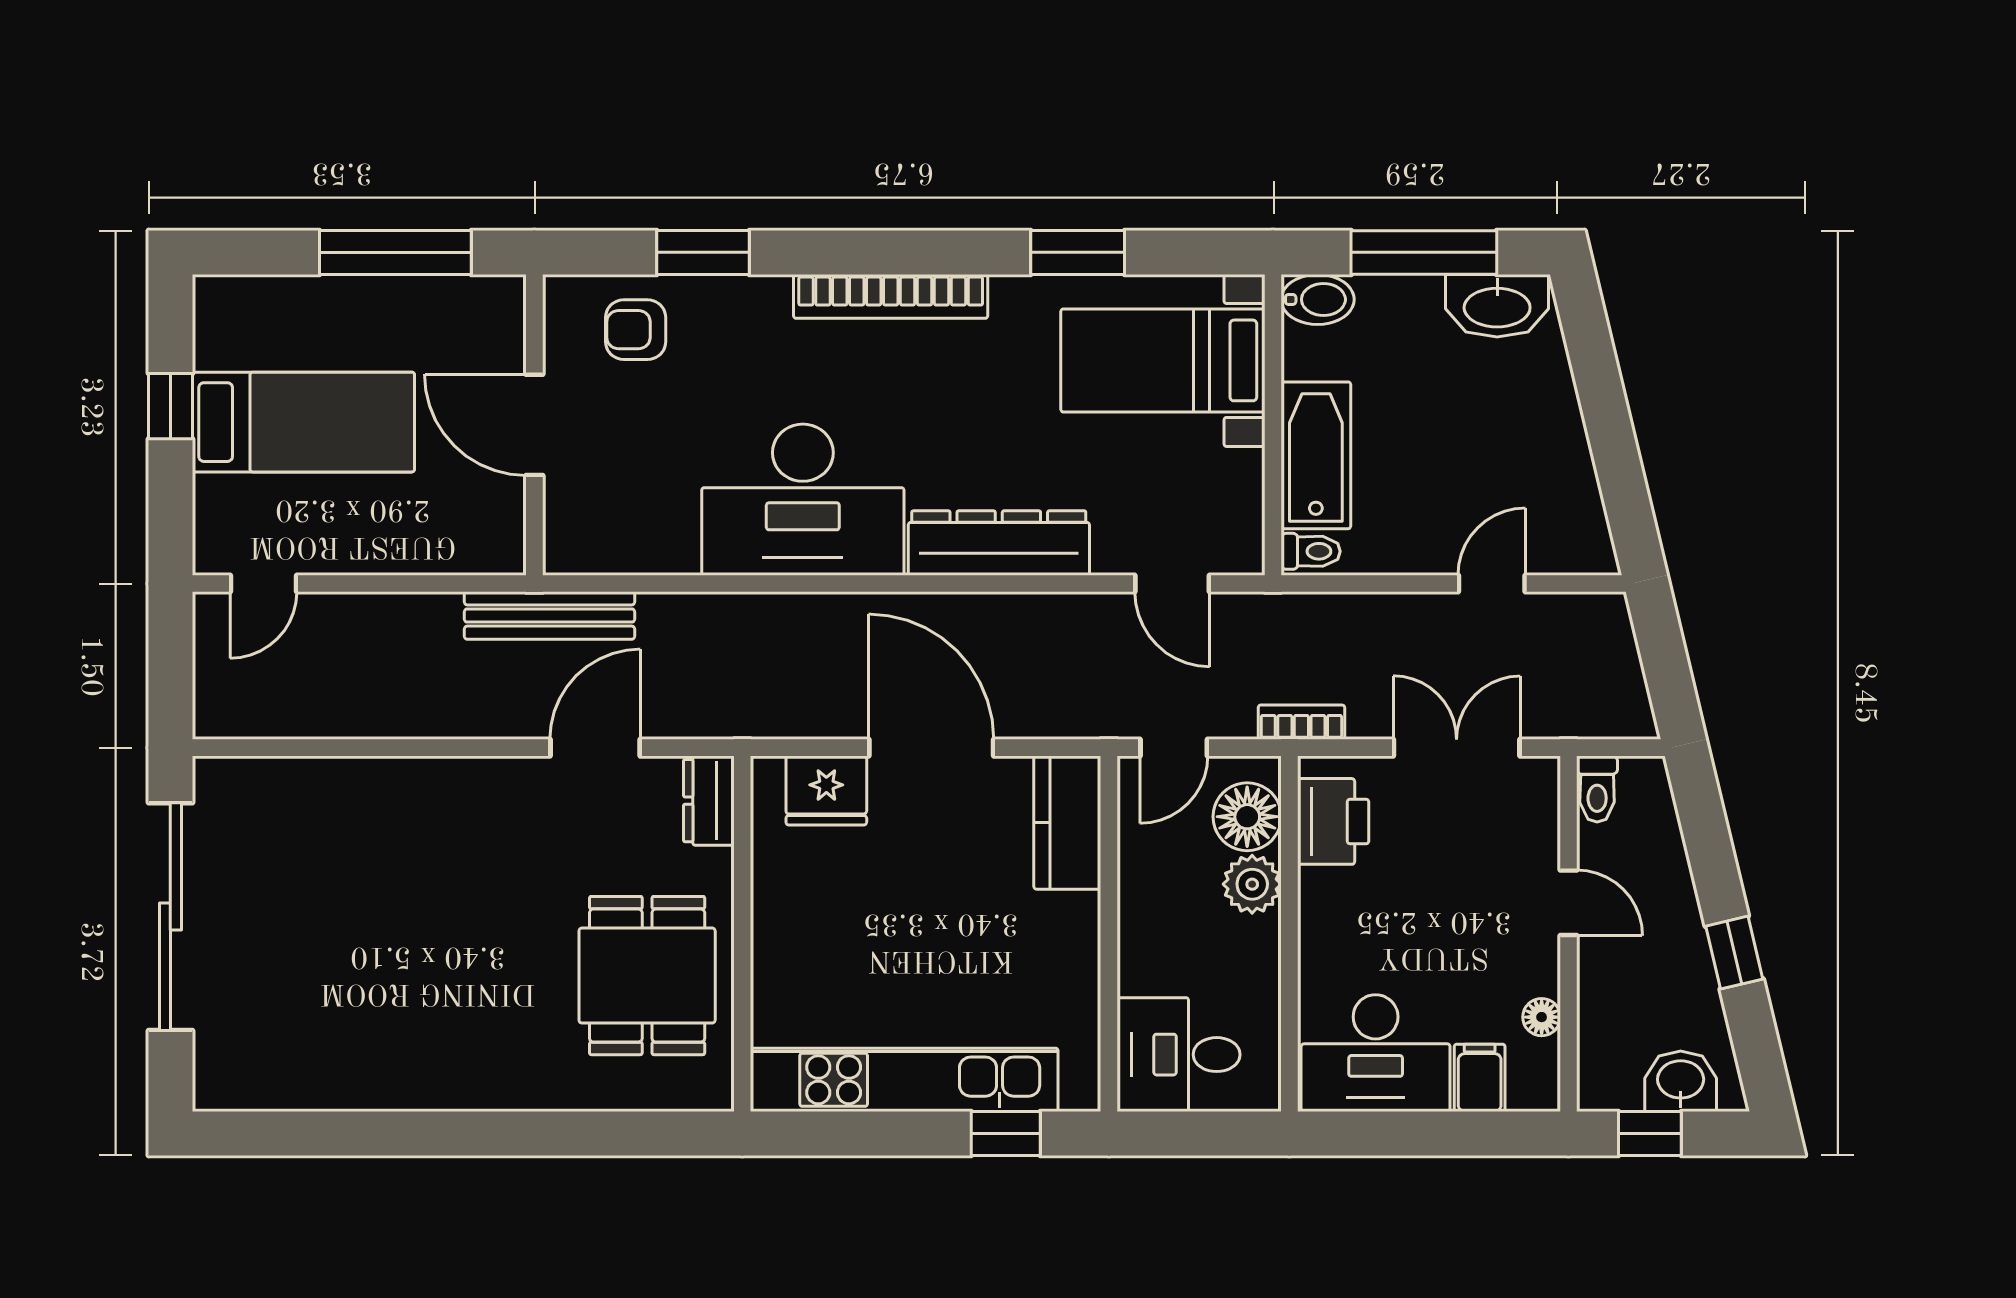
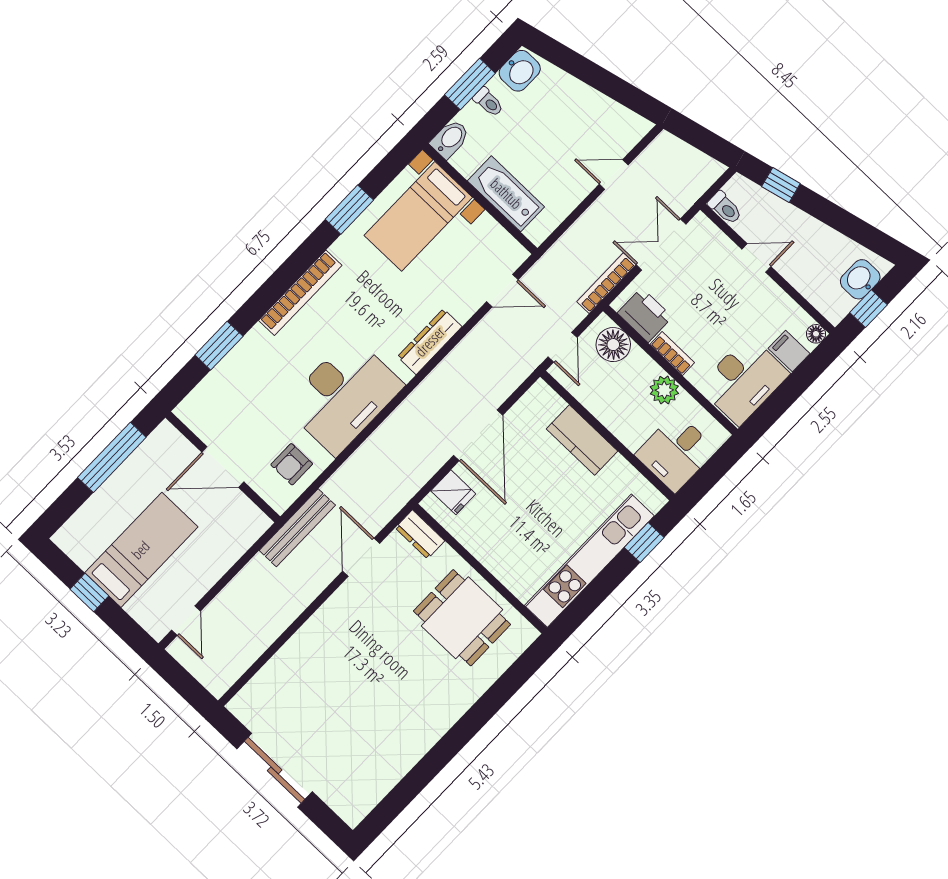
window: (1424, 252) -> (470, 84), width x0.69
washbasin: (1497, 306) -> (520, 71), width x0.72
armchair: (636, 330) -> (292, 464), moved
dresser: (999, 543) -> (430, 342), width x0.73, depth x0.80
toilet: (1311, 551) -> (488, 102), moved, turned 90
door: (1492, 583) -> (614, 175), hinge flipped
bookcase: (1301, 722) -> (606, 283), width x1.56
door: (931, 748) -> (478, 435), swing flipped
fridge: (826, 790) -> (453, 492), width x0.72
kitchen counter: (1067, 823) -> (582, 440), moved
plant: (1252, 884) -> (664, 390), moved
bookcase: (1316, 914) -> (672, 353), added
sliding door: (170, 917) -> (275, 770), width x0.73
window: (1734, 953) -> (781, 185), moved
floor lamp: (1542, 1017) -> (816, 334), moved

